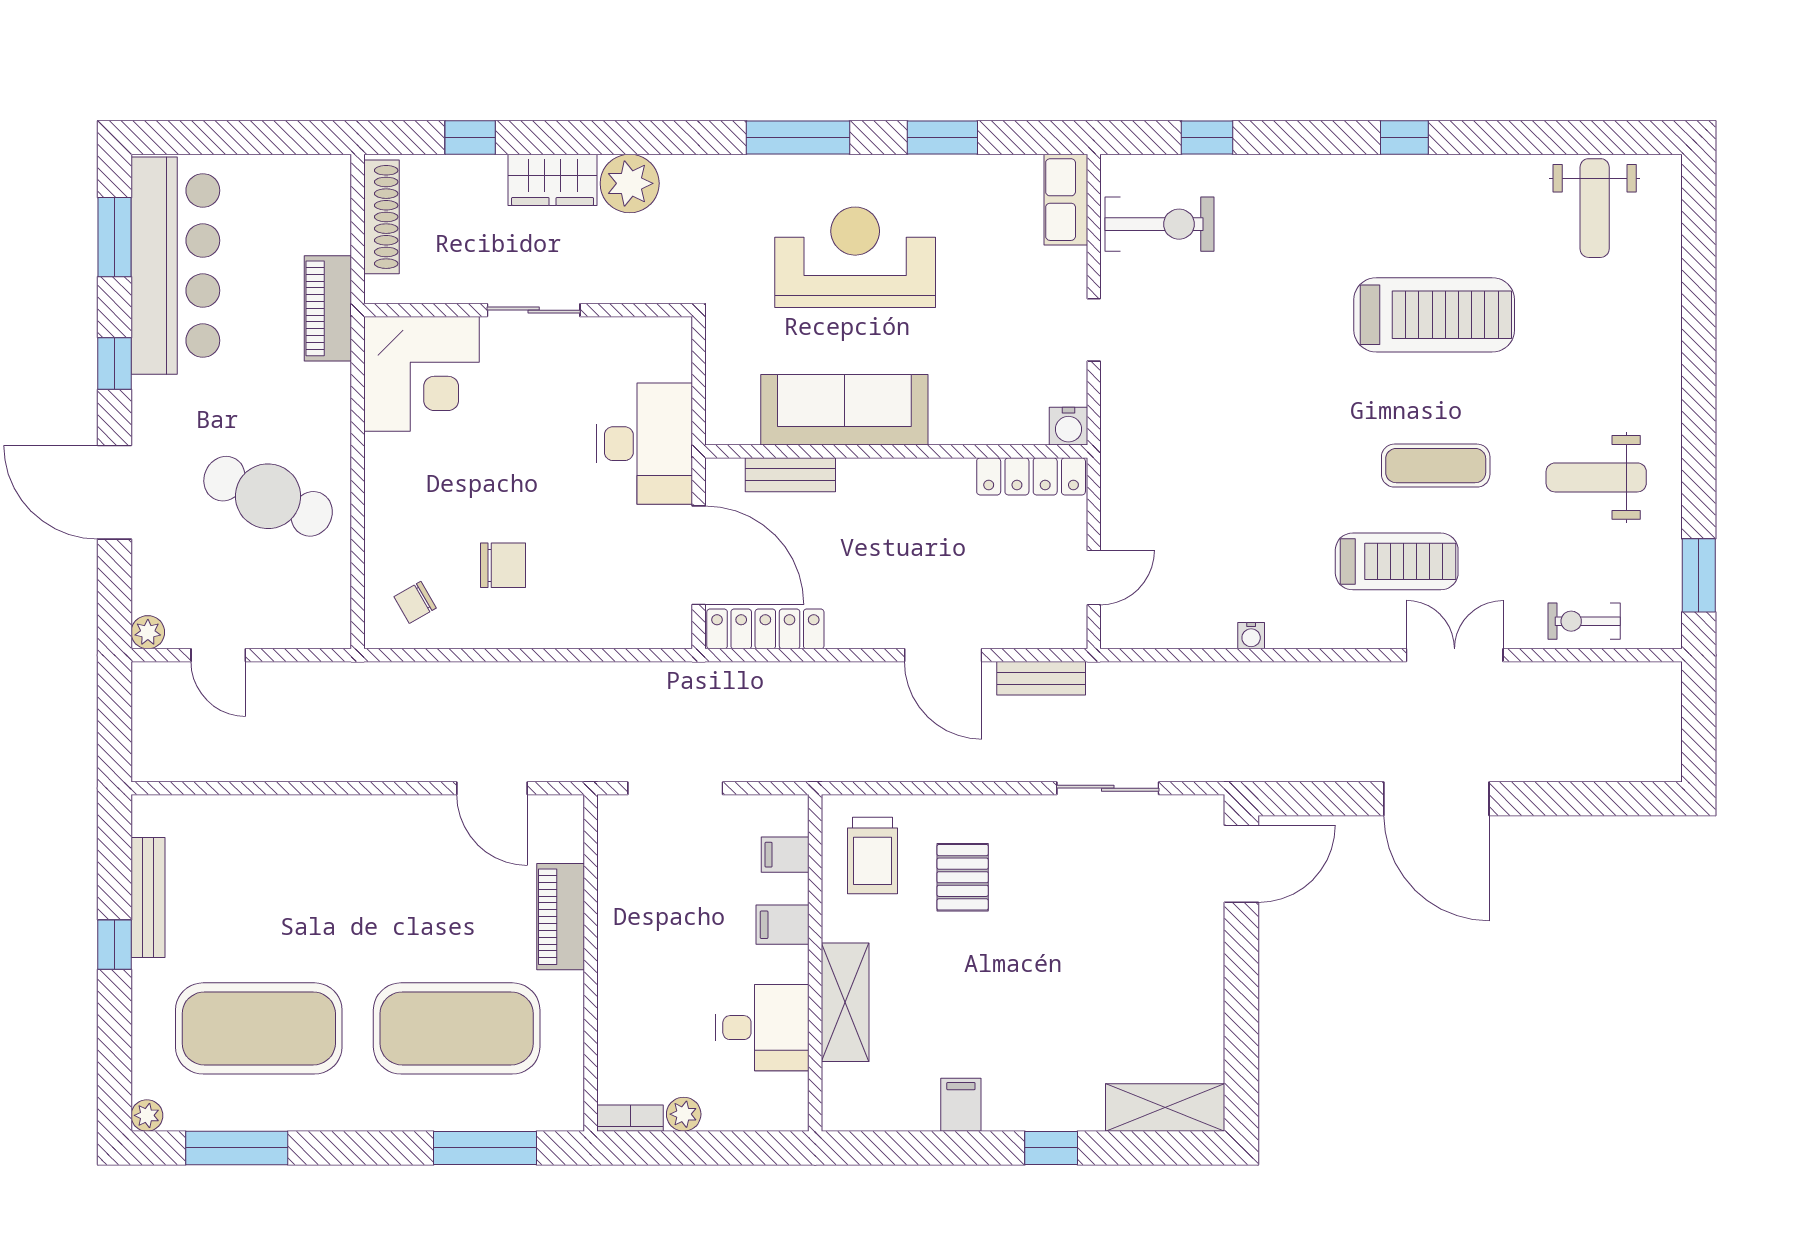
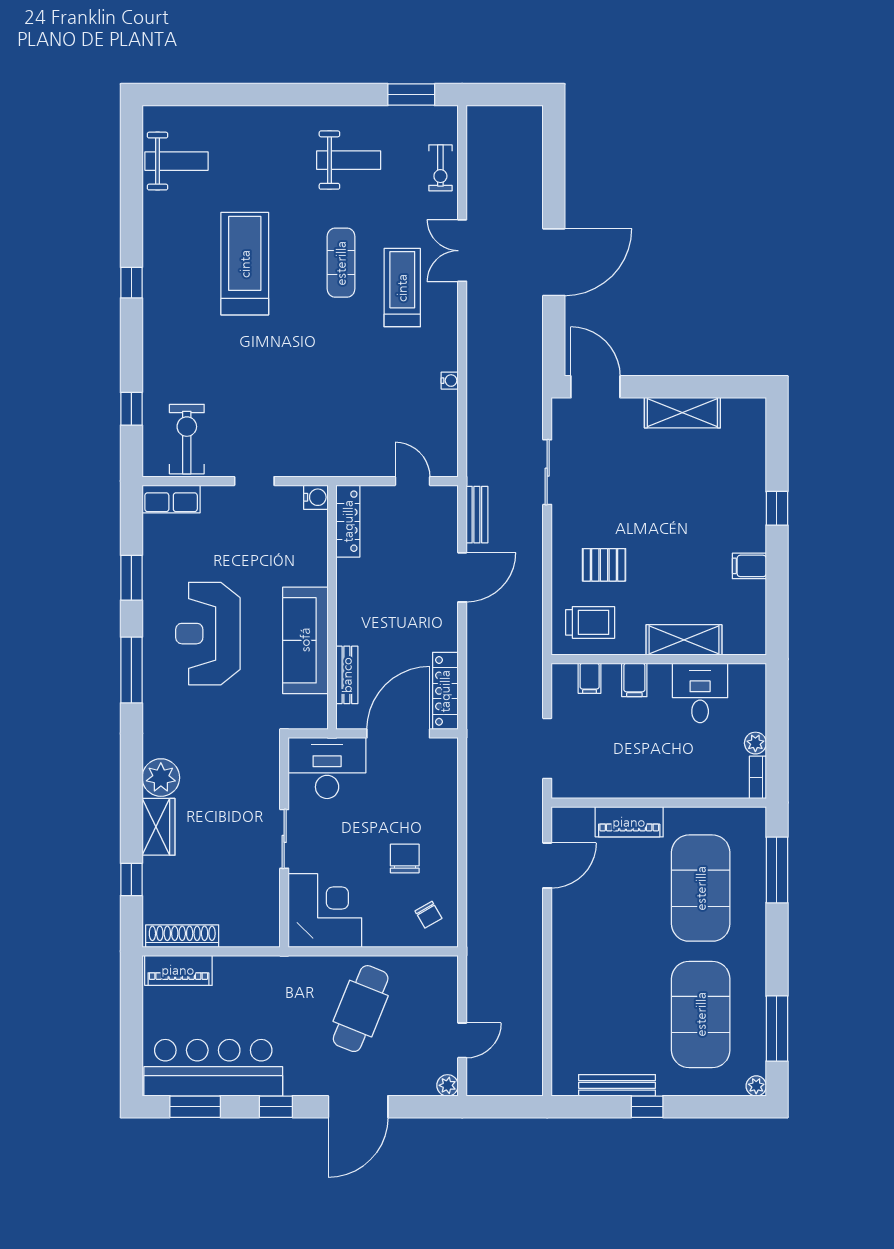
piano: (328, 308) -> (178, 970), moved
wall: (528, 310) -> (284, 842), moved
sliding door: (534, 310) -> (284, 839), moved
corner desk: (422, 374) -> (325, 911), moved
weight bench: (1596, 477) -> (349, 160), turned -90
shelving: (1165, 1107) -> (682, 413), moved, turned 90

